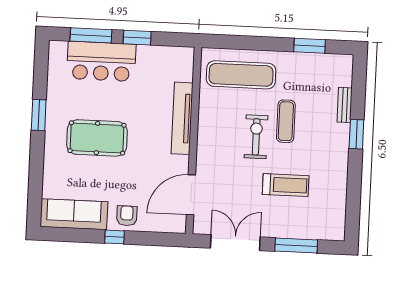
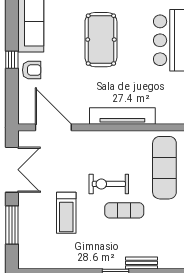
exercise bike: (256, 137) -> (109, 184), turned 180

